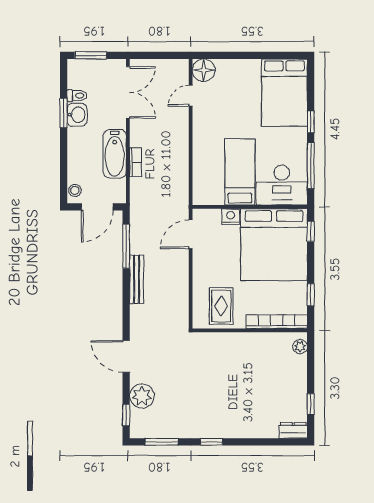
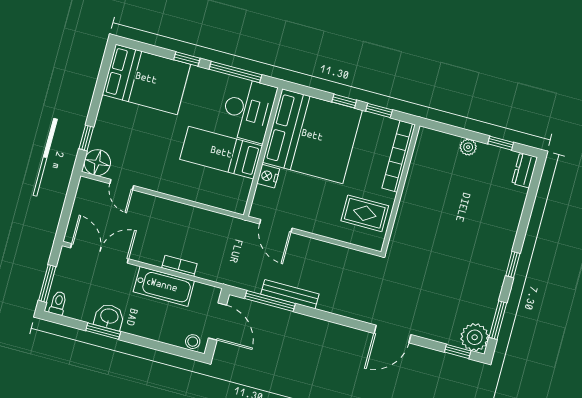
window: (222, 55) -> (86, 138), added
toilet: (77, 96) -> (58, 303), moved
window: (311, 231) -> (344, 101), moved
bench: (137, 279) -> (290, 294), moved
plant: (300, 347) -> (468, 147), moved
plant: (142, 396) -> (475, 337), moved

